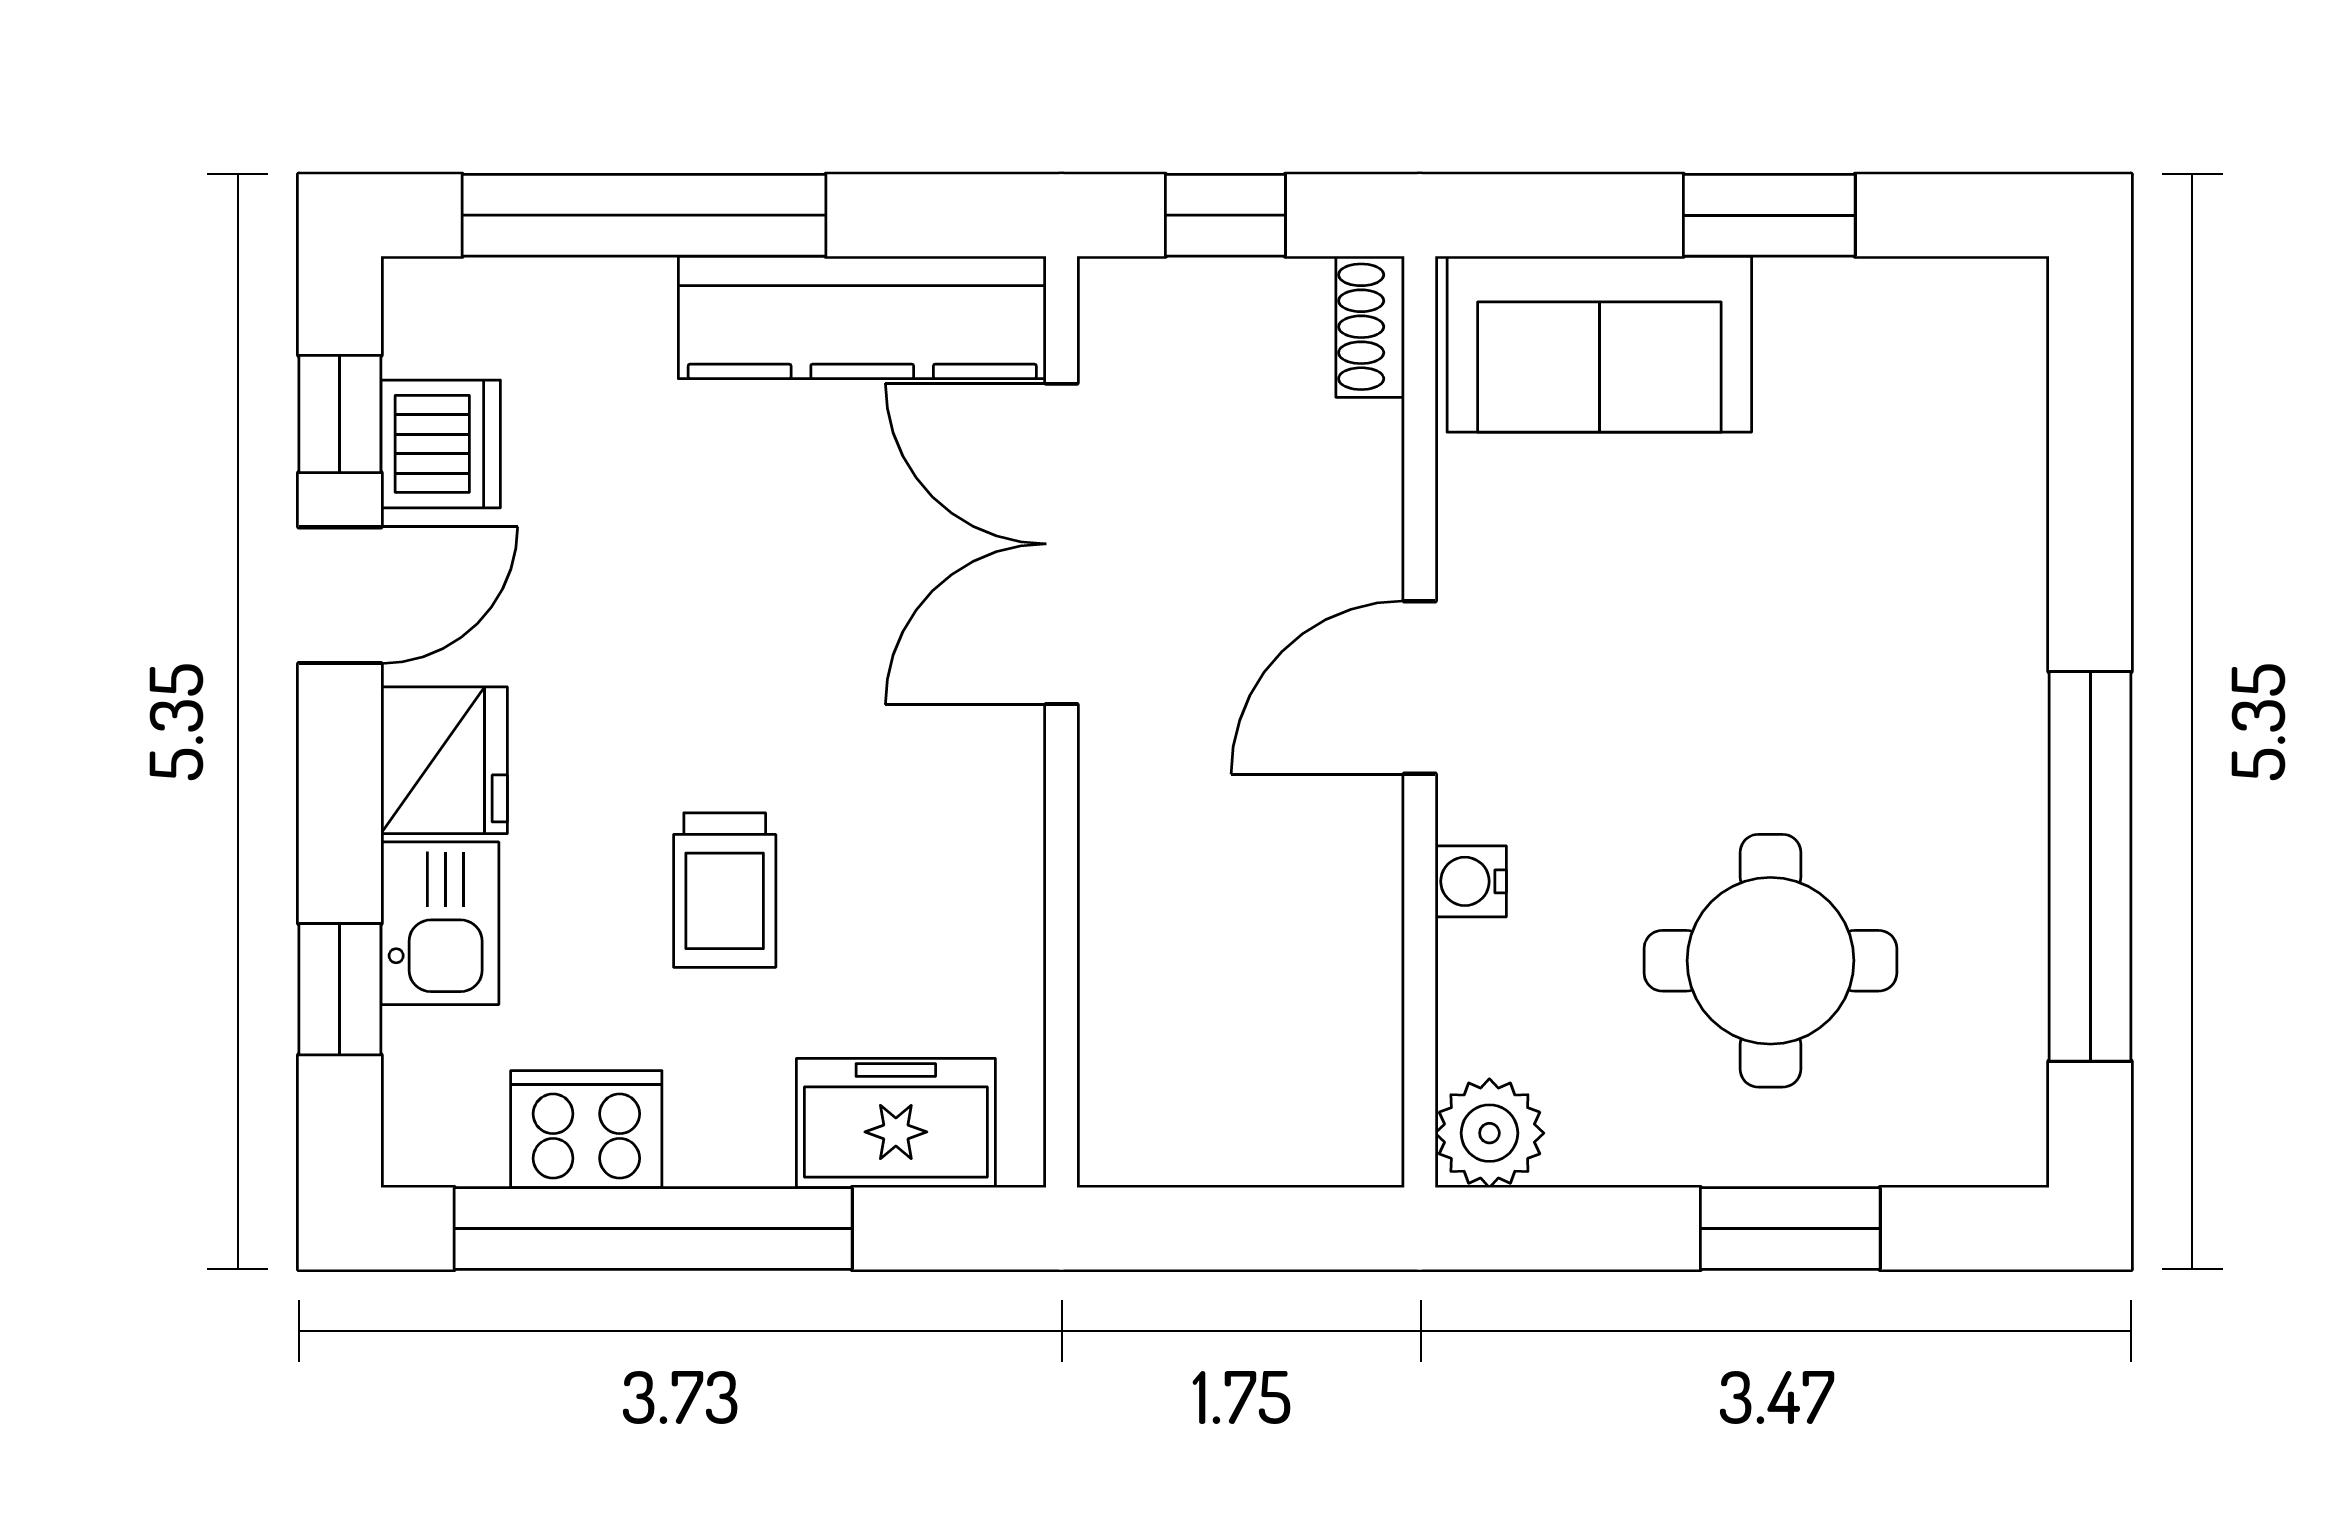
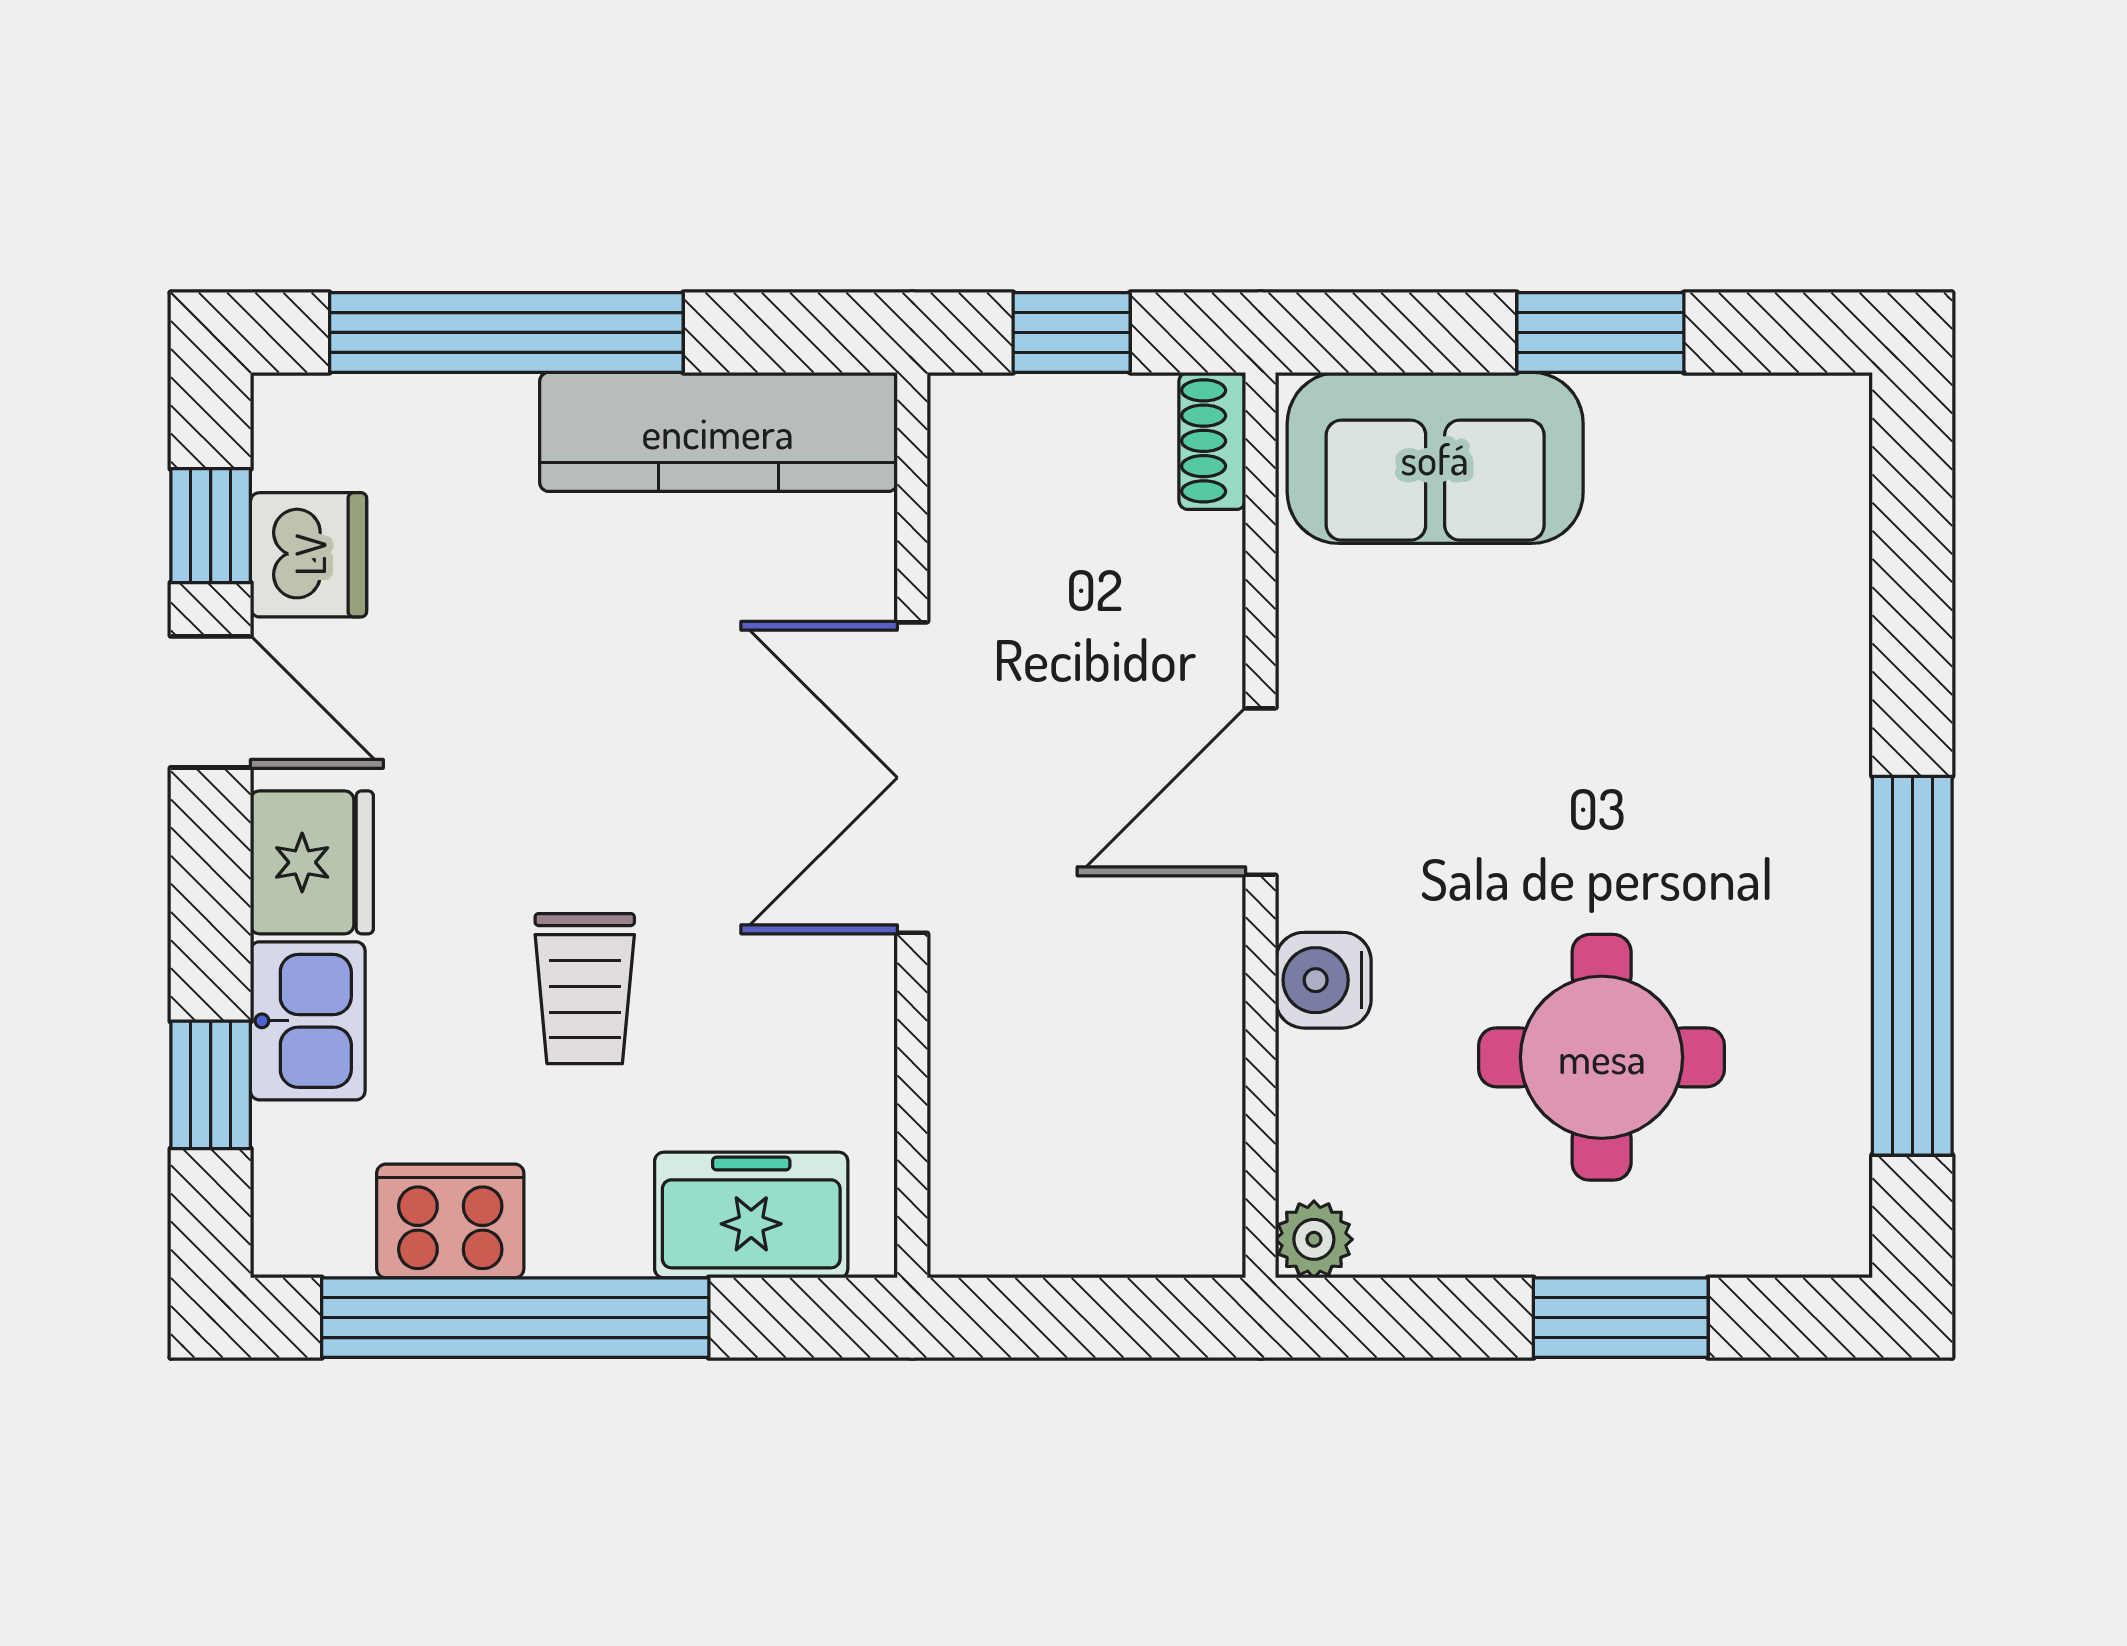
double door: (1061, 544) -> (912, 778), moved
door: (340, 595) -> (211, 702), hinge flipped
water cooler: (1471, 881) -> (1323, 980), width x1.38, depth x1.38
plant: (1489, 1133) -> (1314, 1239), width x0.73, depth x0.73

